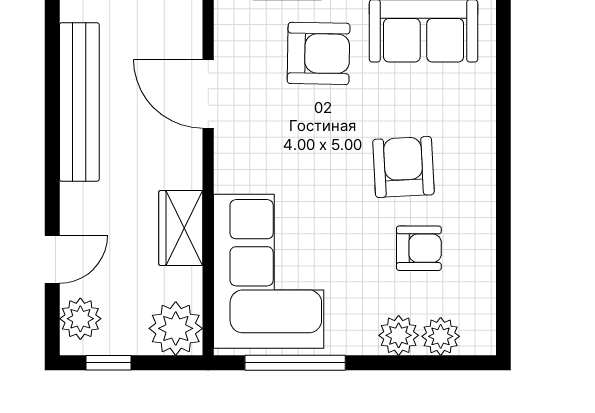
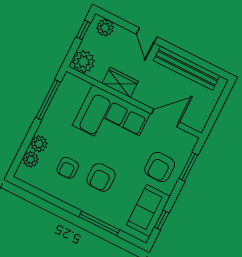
window: (503, 122) -> (99, 223), added
armchair: (403, 167) -> (101, 177), turned 93
door: (52, 259) -> (147, 35), moved
corner sofa: (269, 271) -> (111, 119), moved

